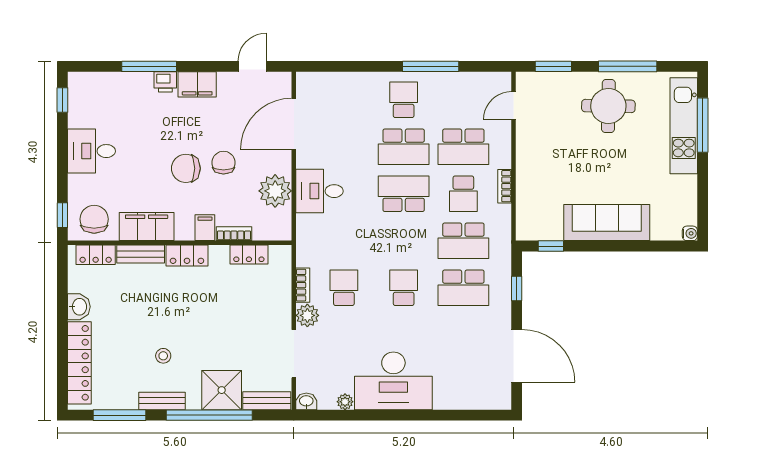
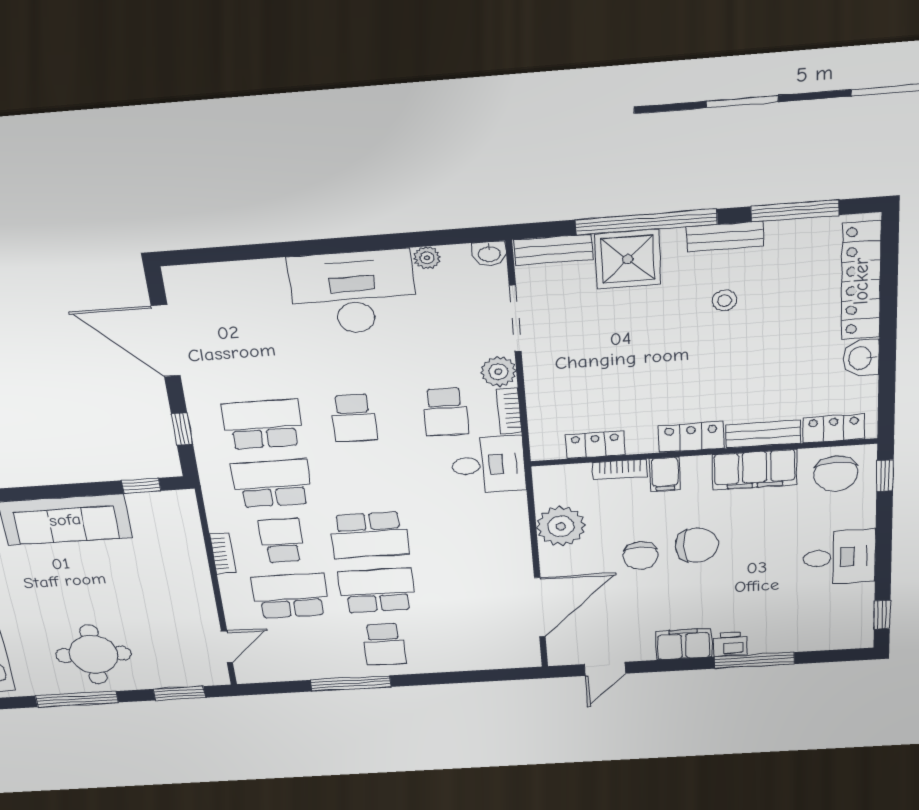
desk: (319, 191) -> (488, 465), moved

